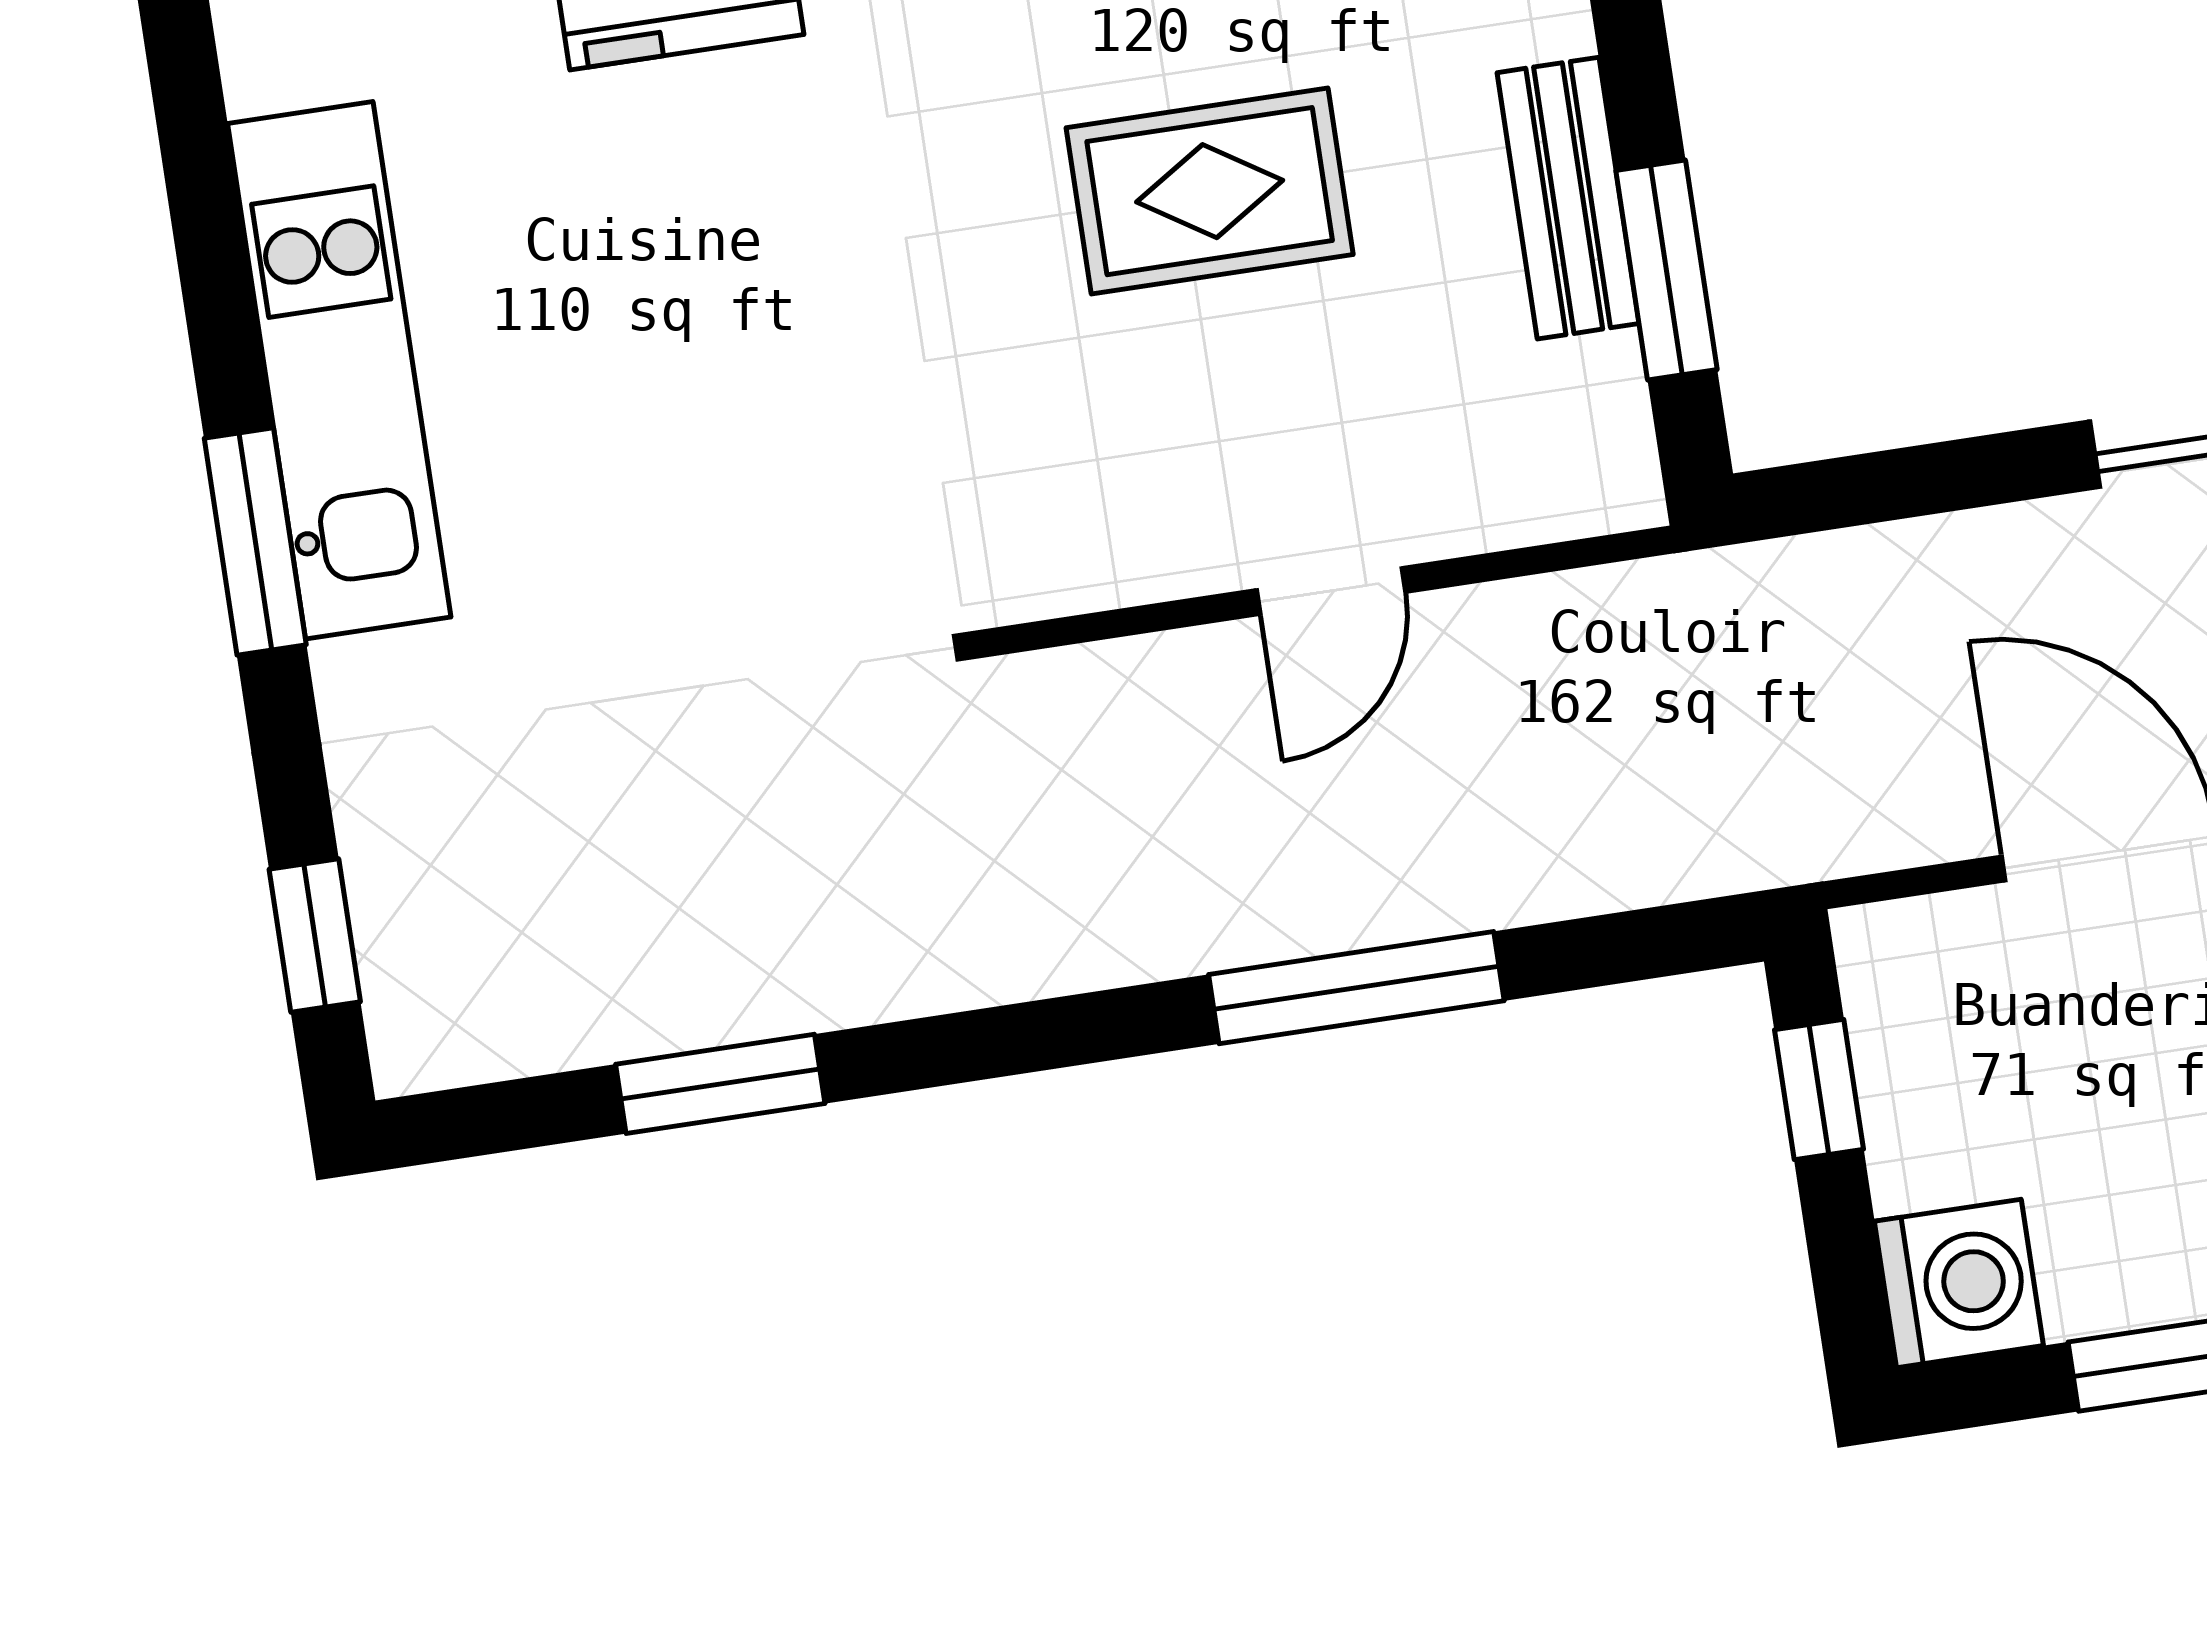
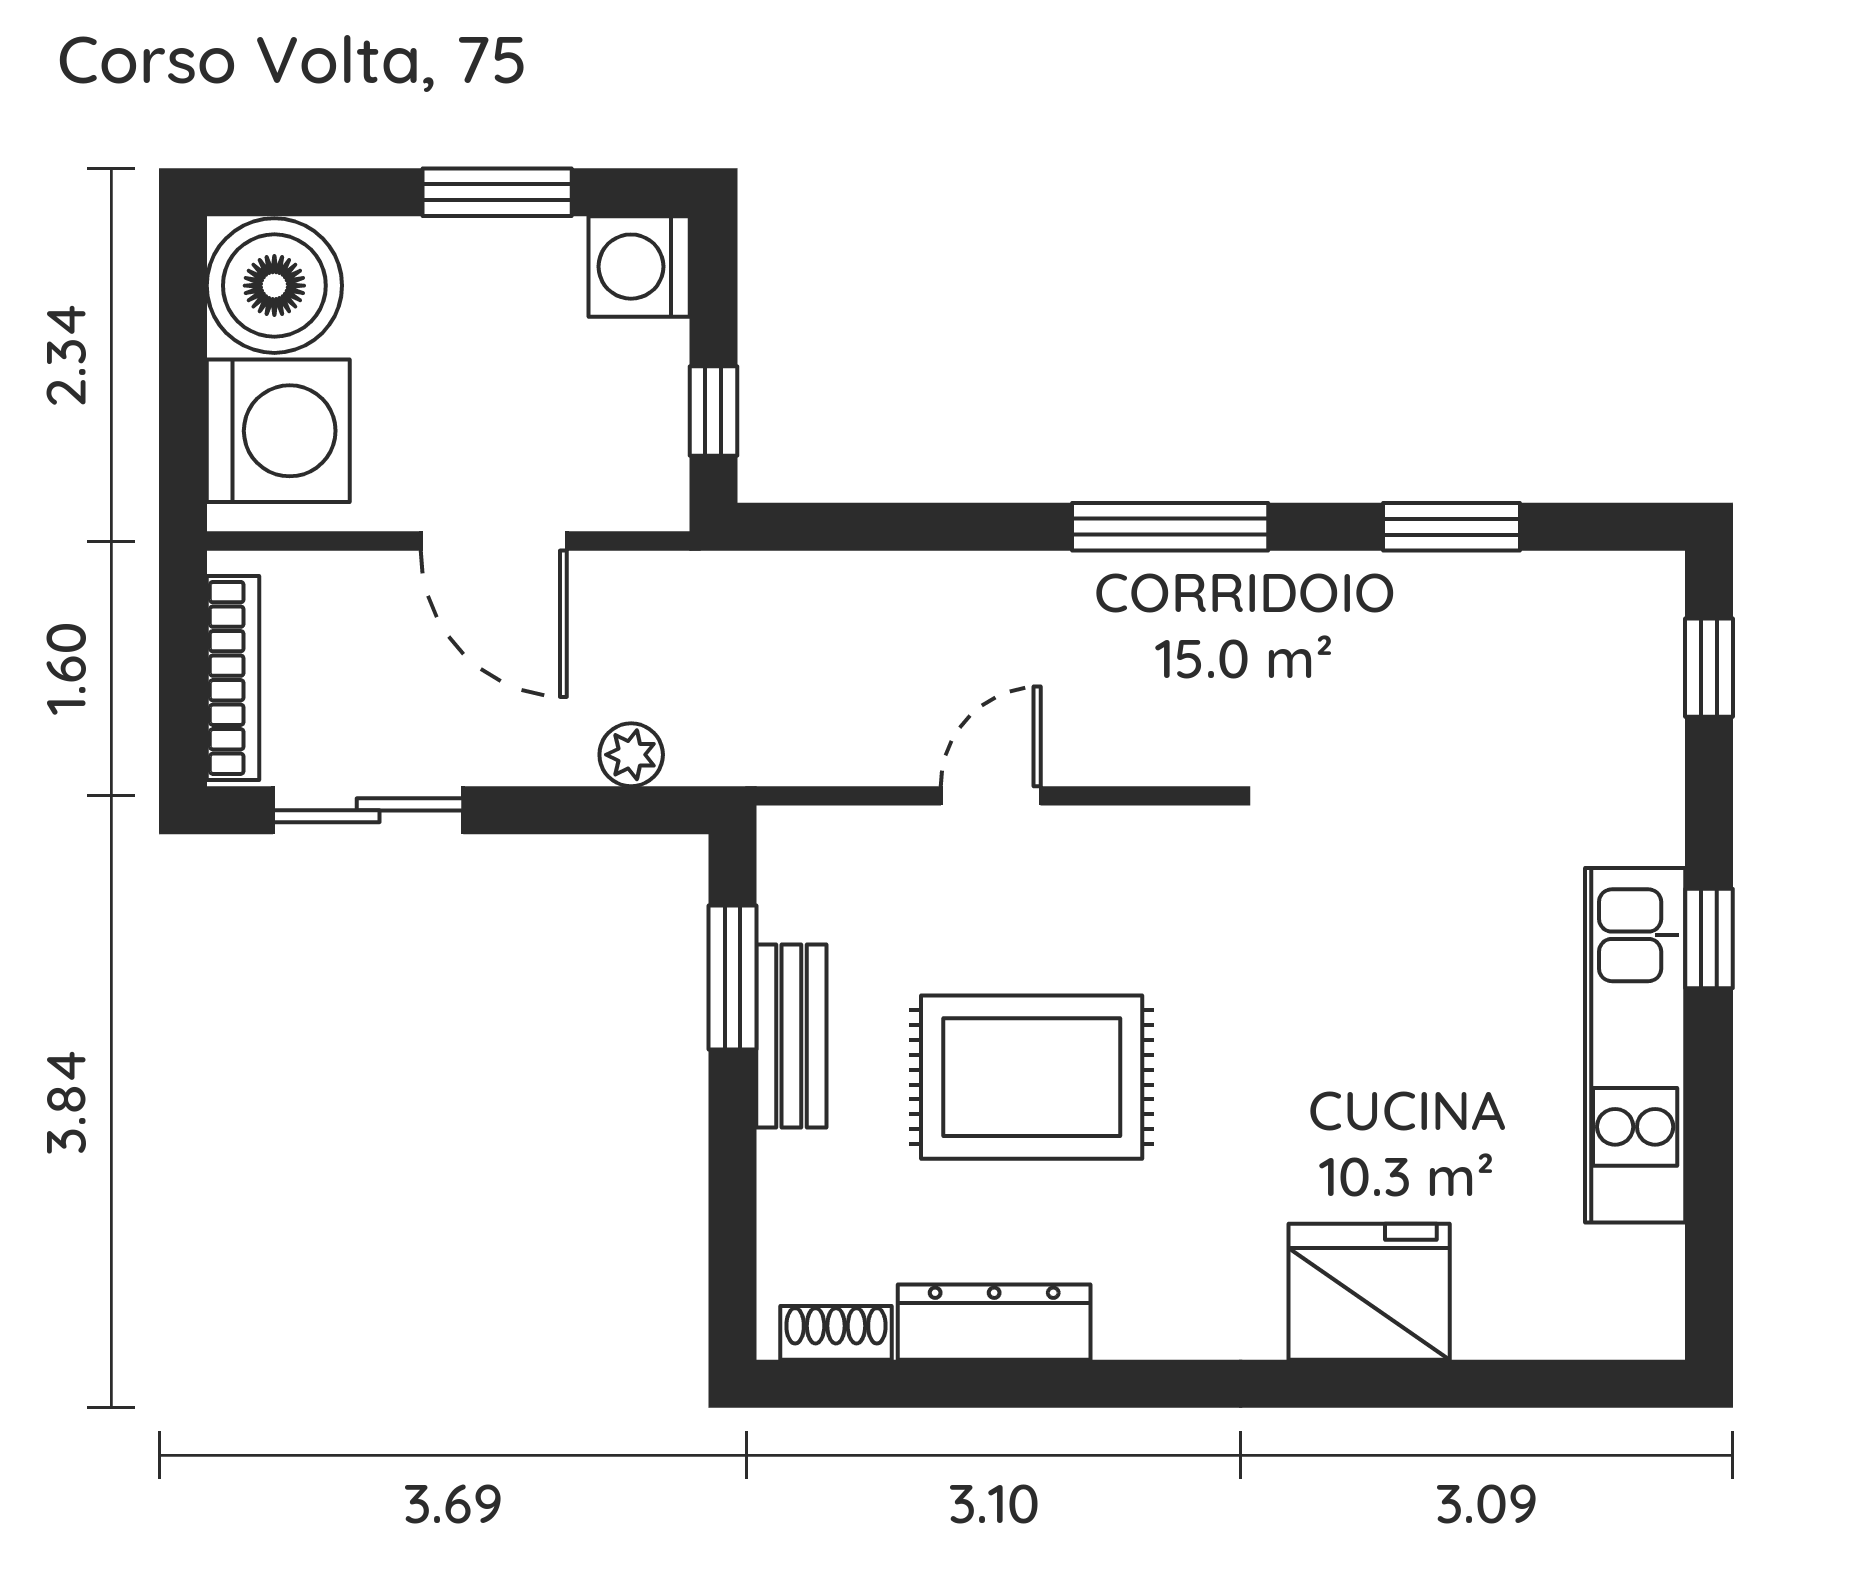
rug: (1210, 191) -> (1032, 1077), width x1.36, depth x1.43
window: (255, 542) -> (1709, 939), width x0.67
plant: (1863, 572) -> (631, 755), added
window: (1356, 988) -> (1170, 527), moved

